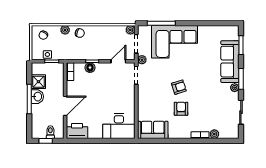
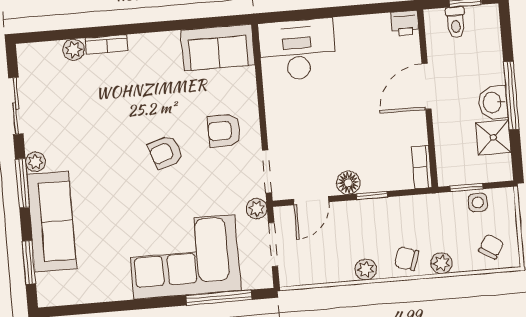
plant: (130, 30) -> (366, 269), moved
floor lamp: (90, 68) -> (348, 183), moved
armchair: (181, 109) -> (224, 131), moved, turned 90
printer: (77, 131) -> (405, 23), width x0.53, depth x0.68

